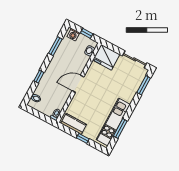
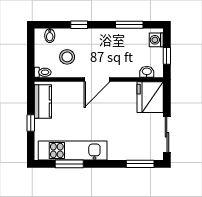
door: (78, 84) -> (97, 80), swing flipped
stool: (54, 95) -> (67, 57), added

